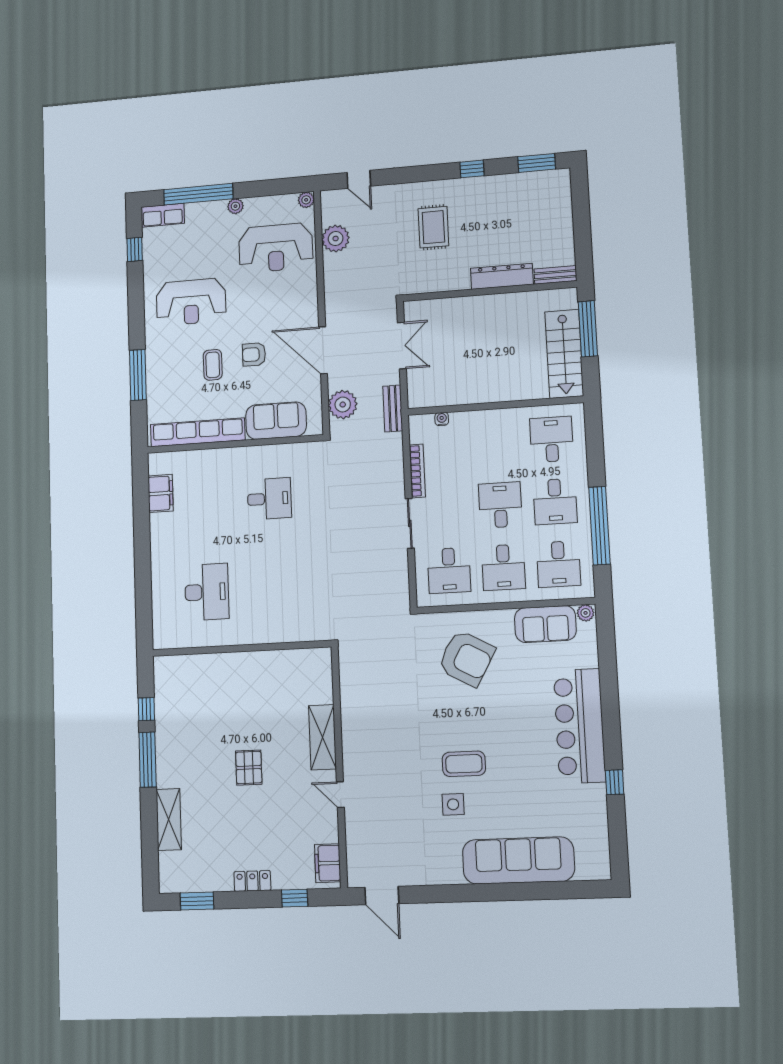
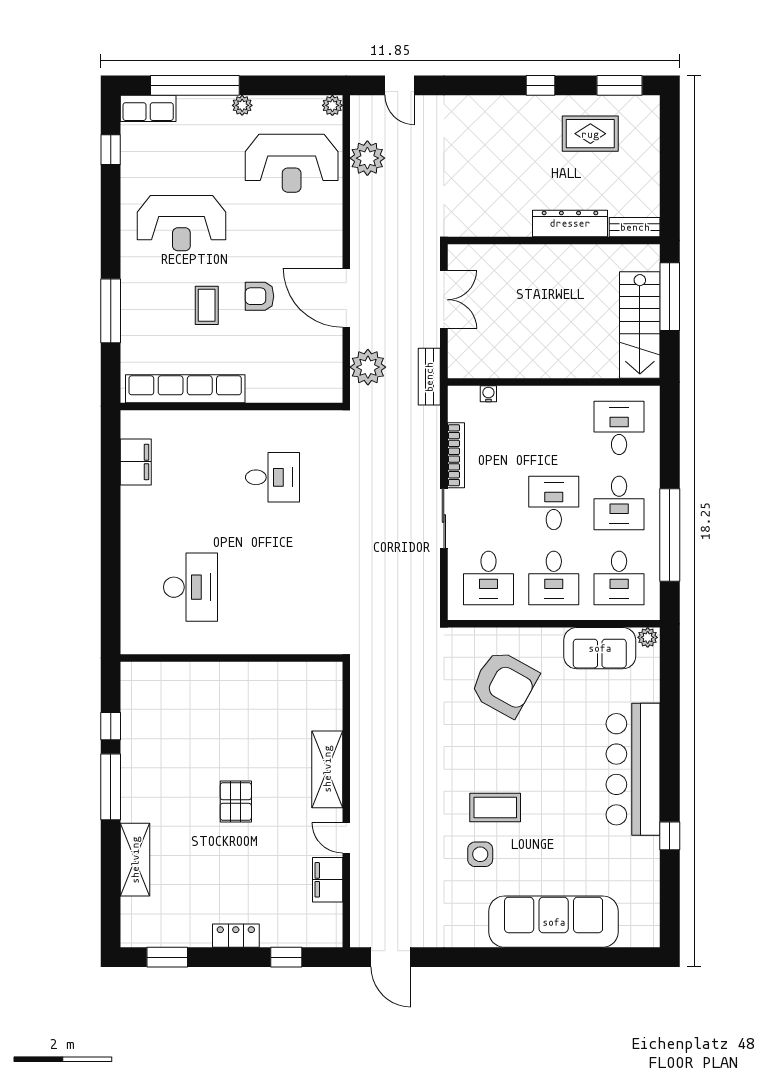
rug: (433, 227) -> (590, 134), moved, turned 90
sofa: (276, 421) -> (284, 381), removed
filing cabinet: (328, 863) -> (328, 880), moved

